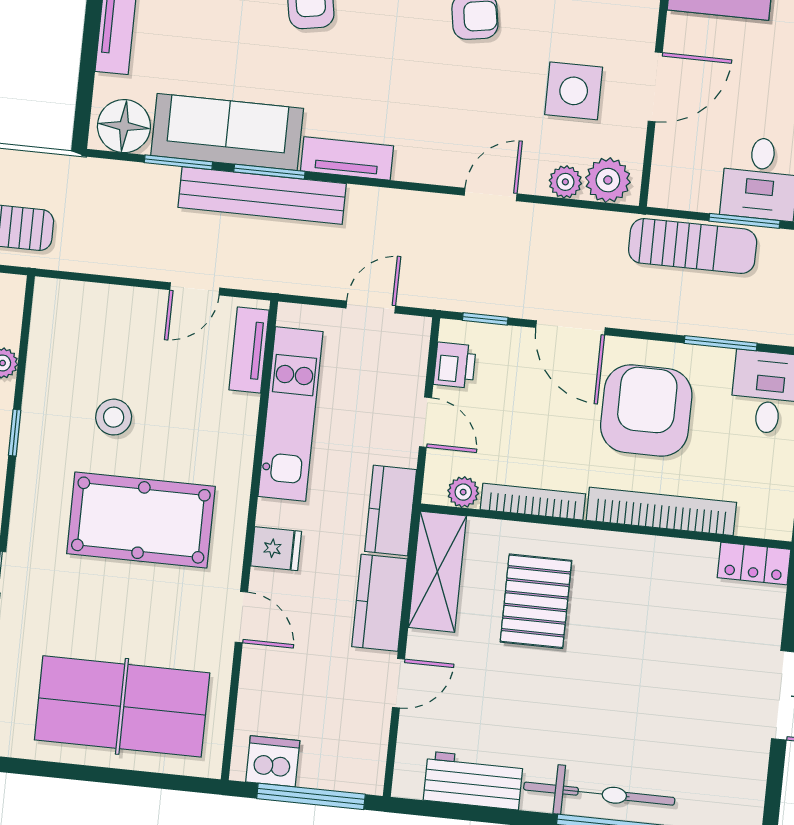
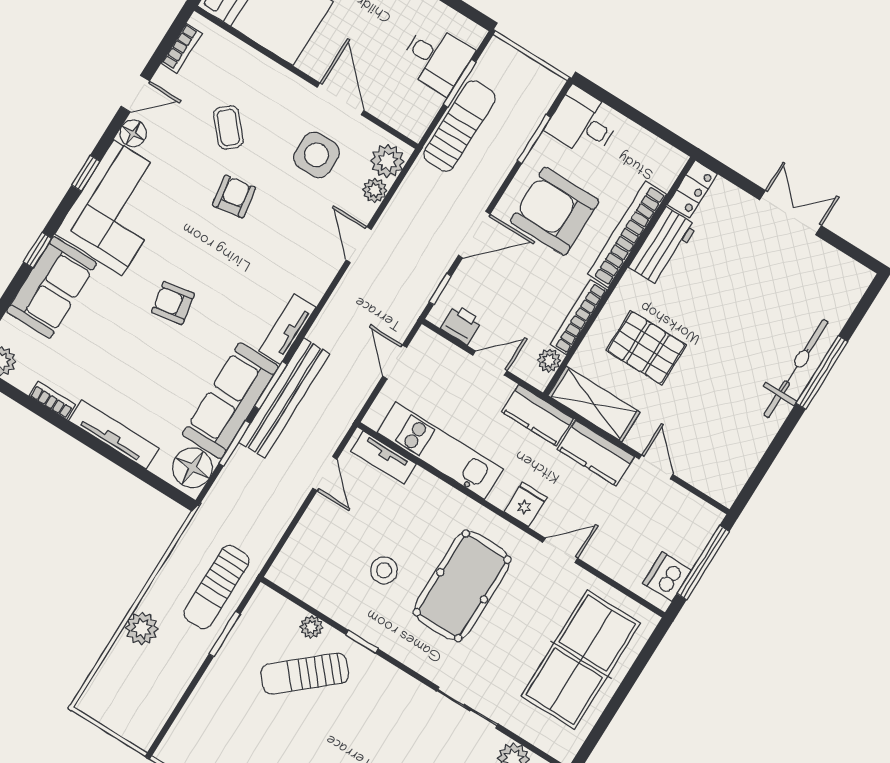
workbench: (473, 781) -> (663, 246), moved, turned 180

